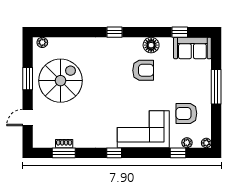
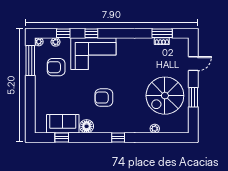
plant: (42, 42) -> (155, 129), moved
sofa: (192, 48) -> (63, 124), moved
armchair: (143, 70) -> (104, 98), moved
window: (216, 87) -> (30, 61), moved
armchair: (186, 113) -> (56, 67), turned 180
window: (114, 153) -> (91, 33), moved

